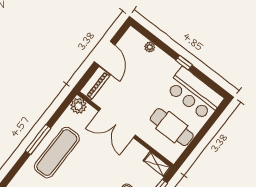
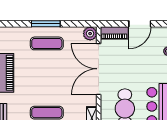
double door: (117, 123) -> (99, 69), width x1.36
exercise mat: (57, 153) -> (47, 43), width x0.73, depth x0.69

